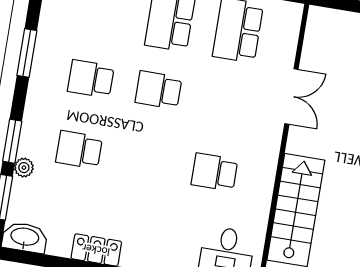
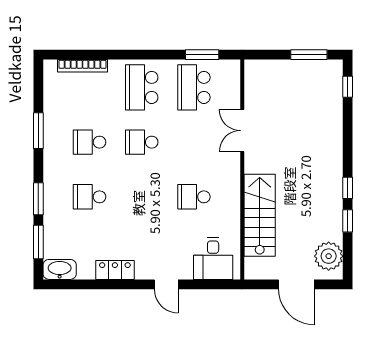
double door: (291, 97) -> (242, 131), swing flipped
plant: (24, 168) -> (50, 217), removed

